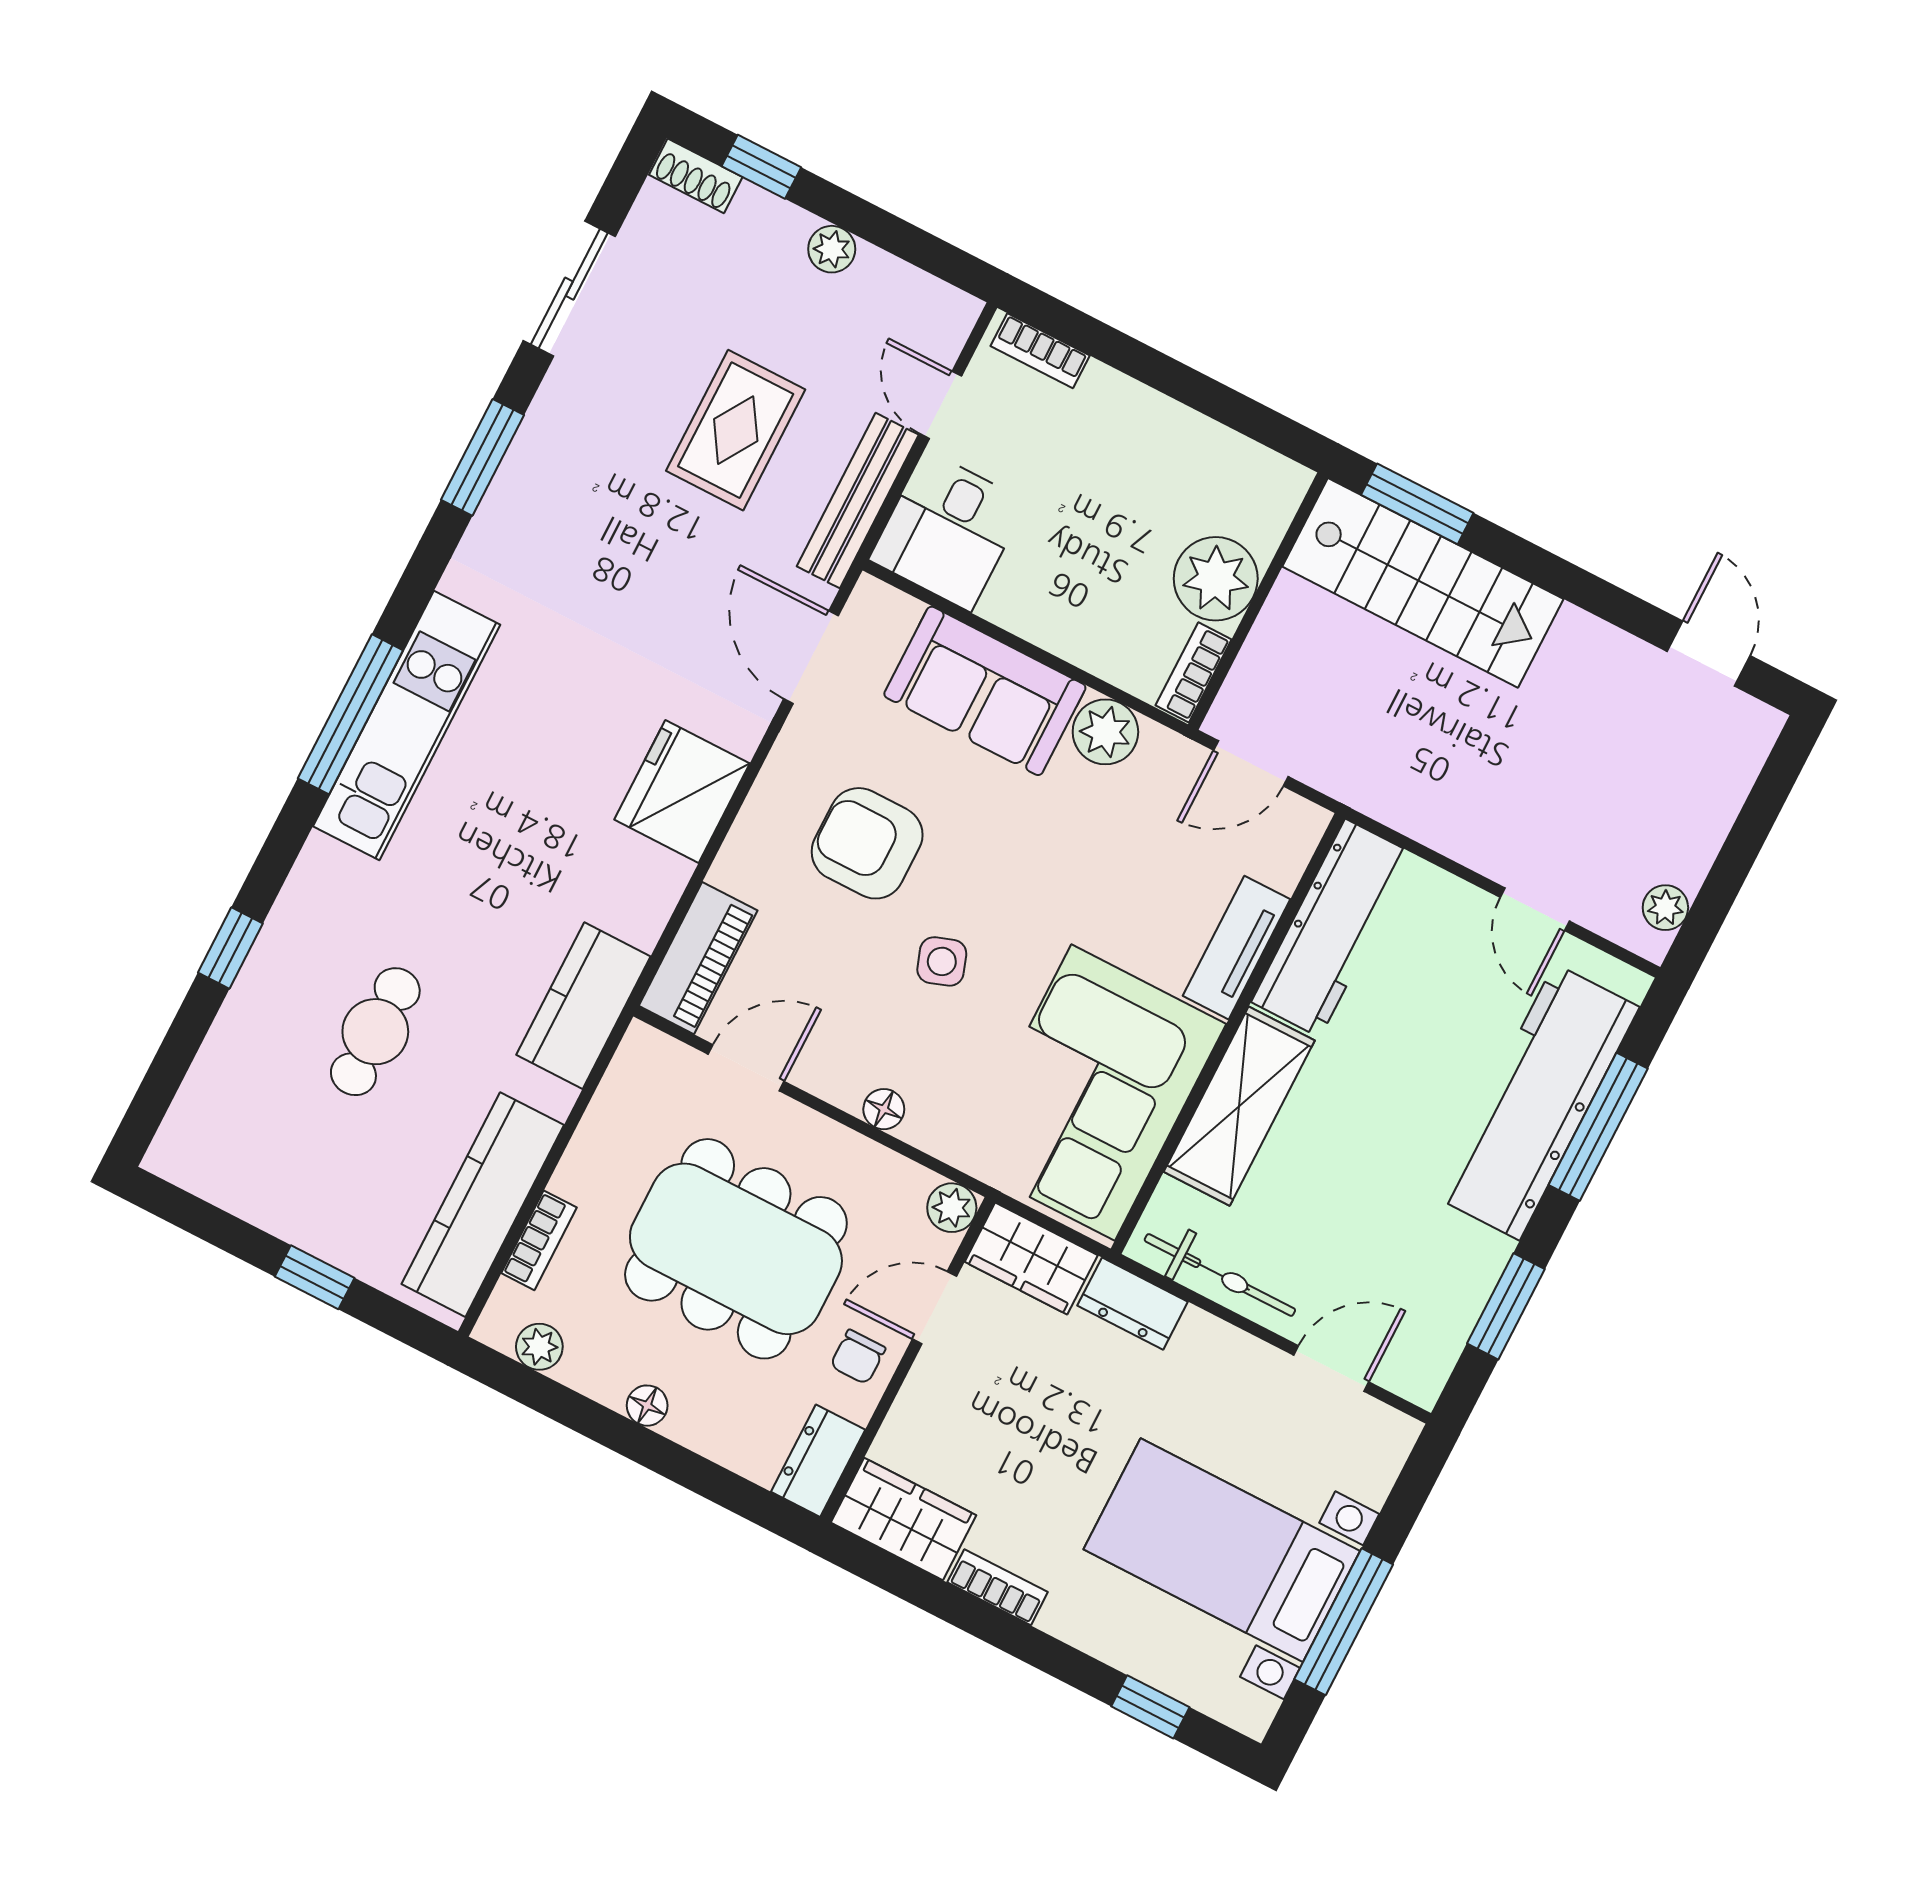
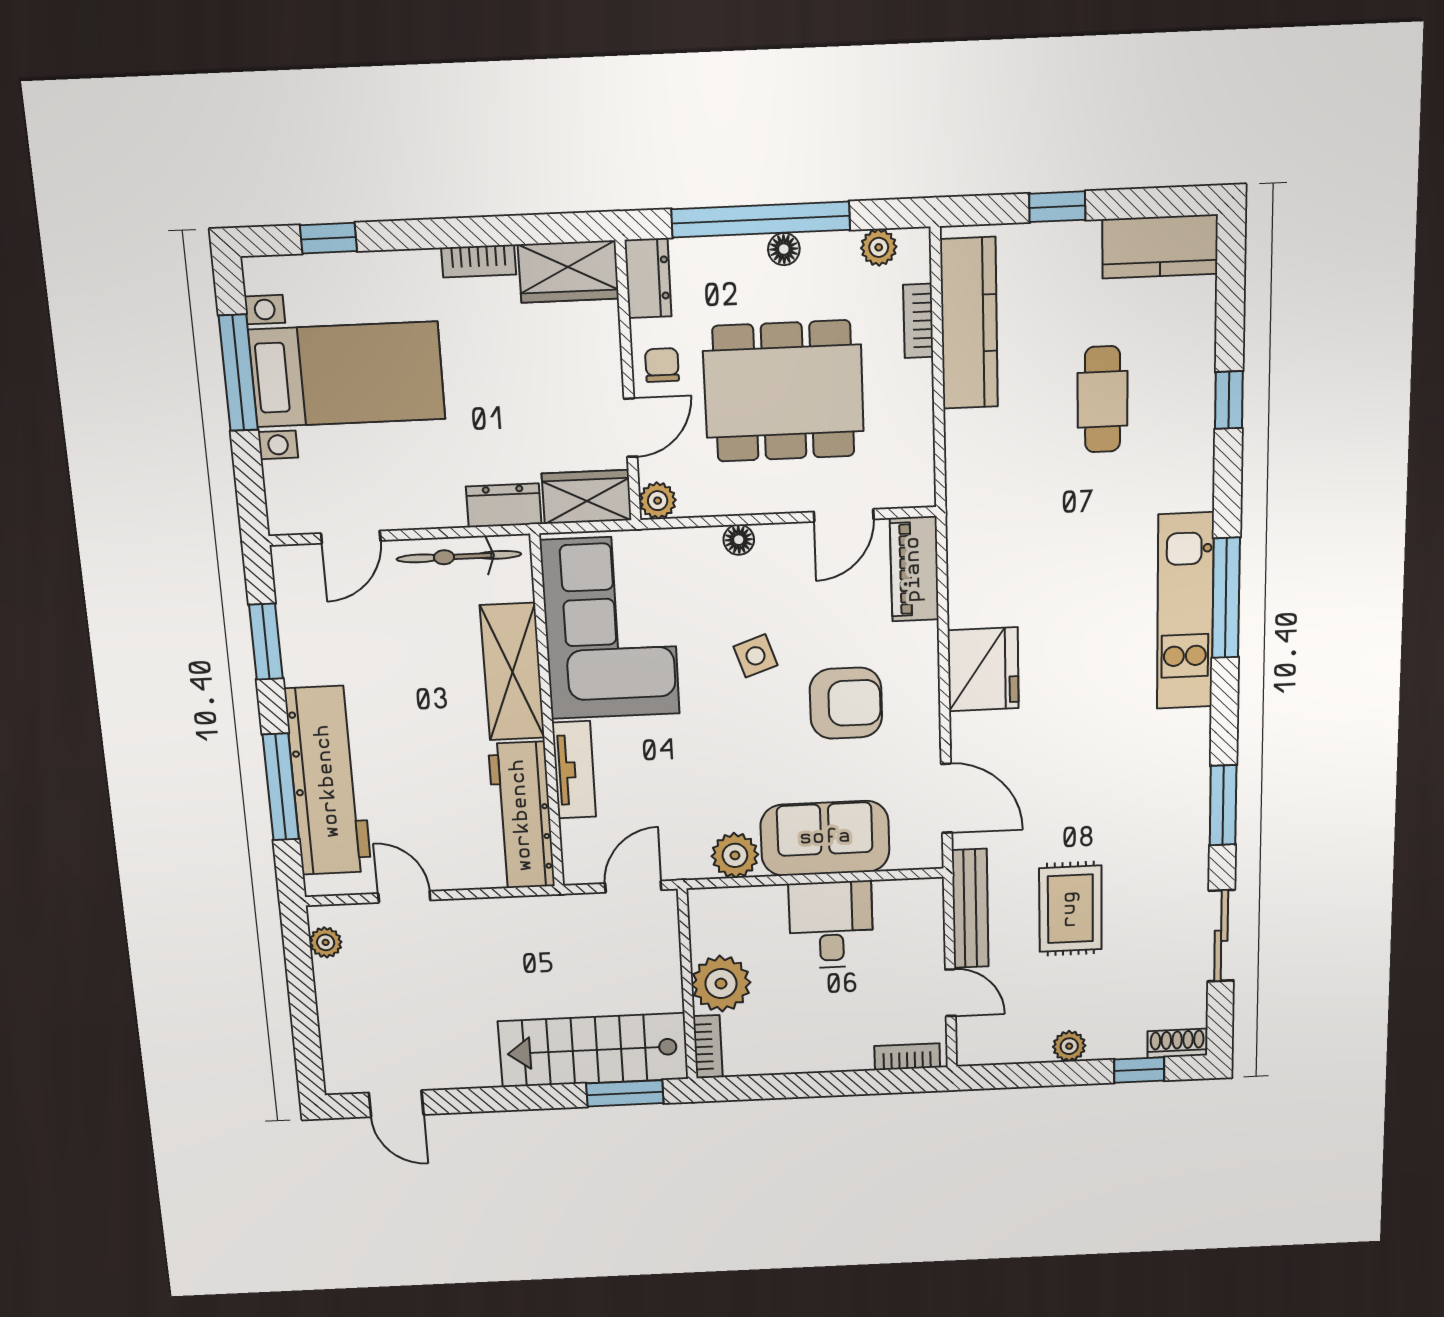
desk: (948, 531) -> (831, 925), moved
bookcase: (1194, 672) -> (708, 1046), moved
kitchen counter: (583, 1006) -> (1160, 247), moved, turned 90
window: (655, 1452) -> (761, 219), added

